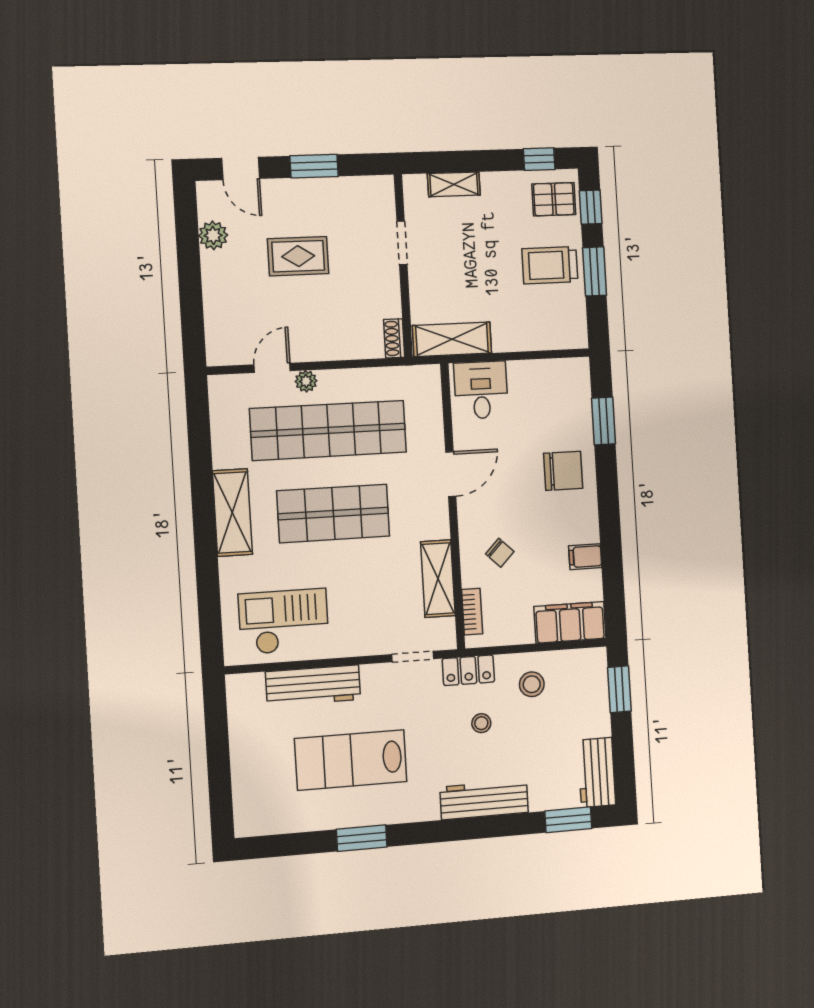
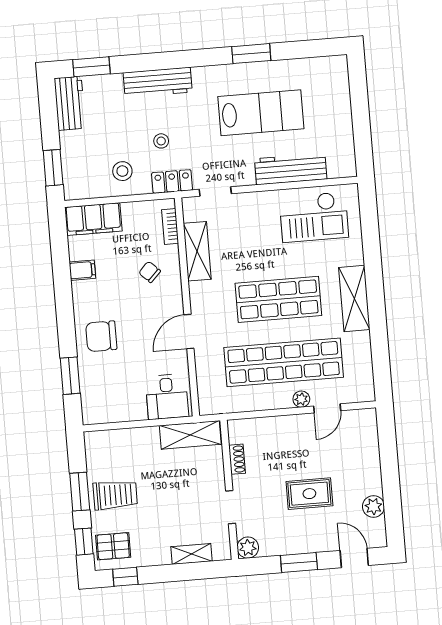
plant: (381, 189) -> (248, 548), added
shoe rack: (394, 338) -> (237, 459), moved

